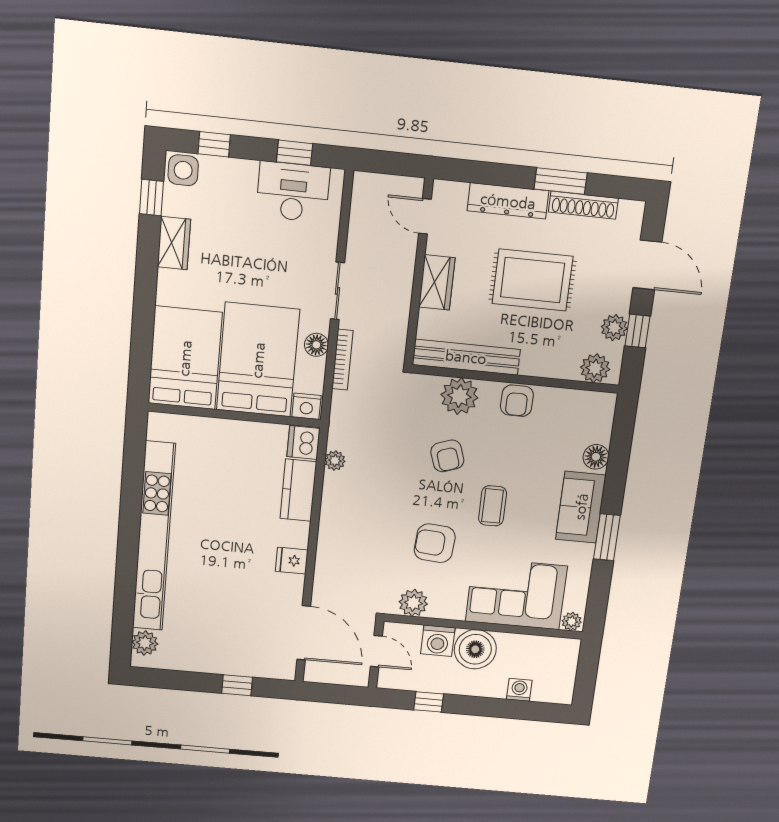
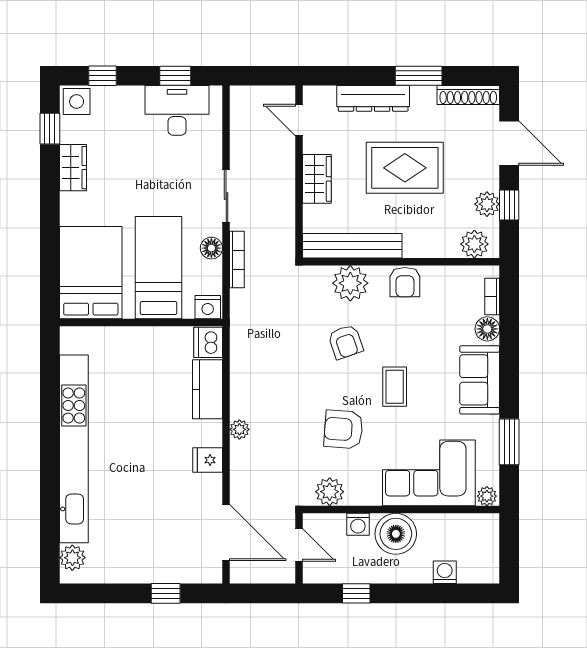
shoe rack: (583, 205) -> (468, 95), moved
bed: (258, 360) -> (158, 268), width x0.67
bookcase: (606, 424) -> (492, 296), added
plant: (335, 461) -> (239, 429), moved
window: (607, 537) -> (509, 442), moved
washing machine: (438, 641) -> (358, 524), width x0.73, depth x0.73

